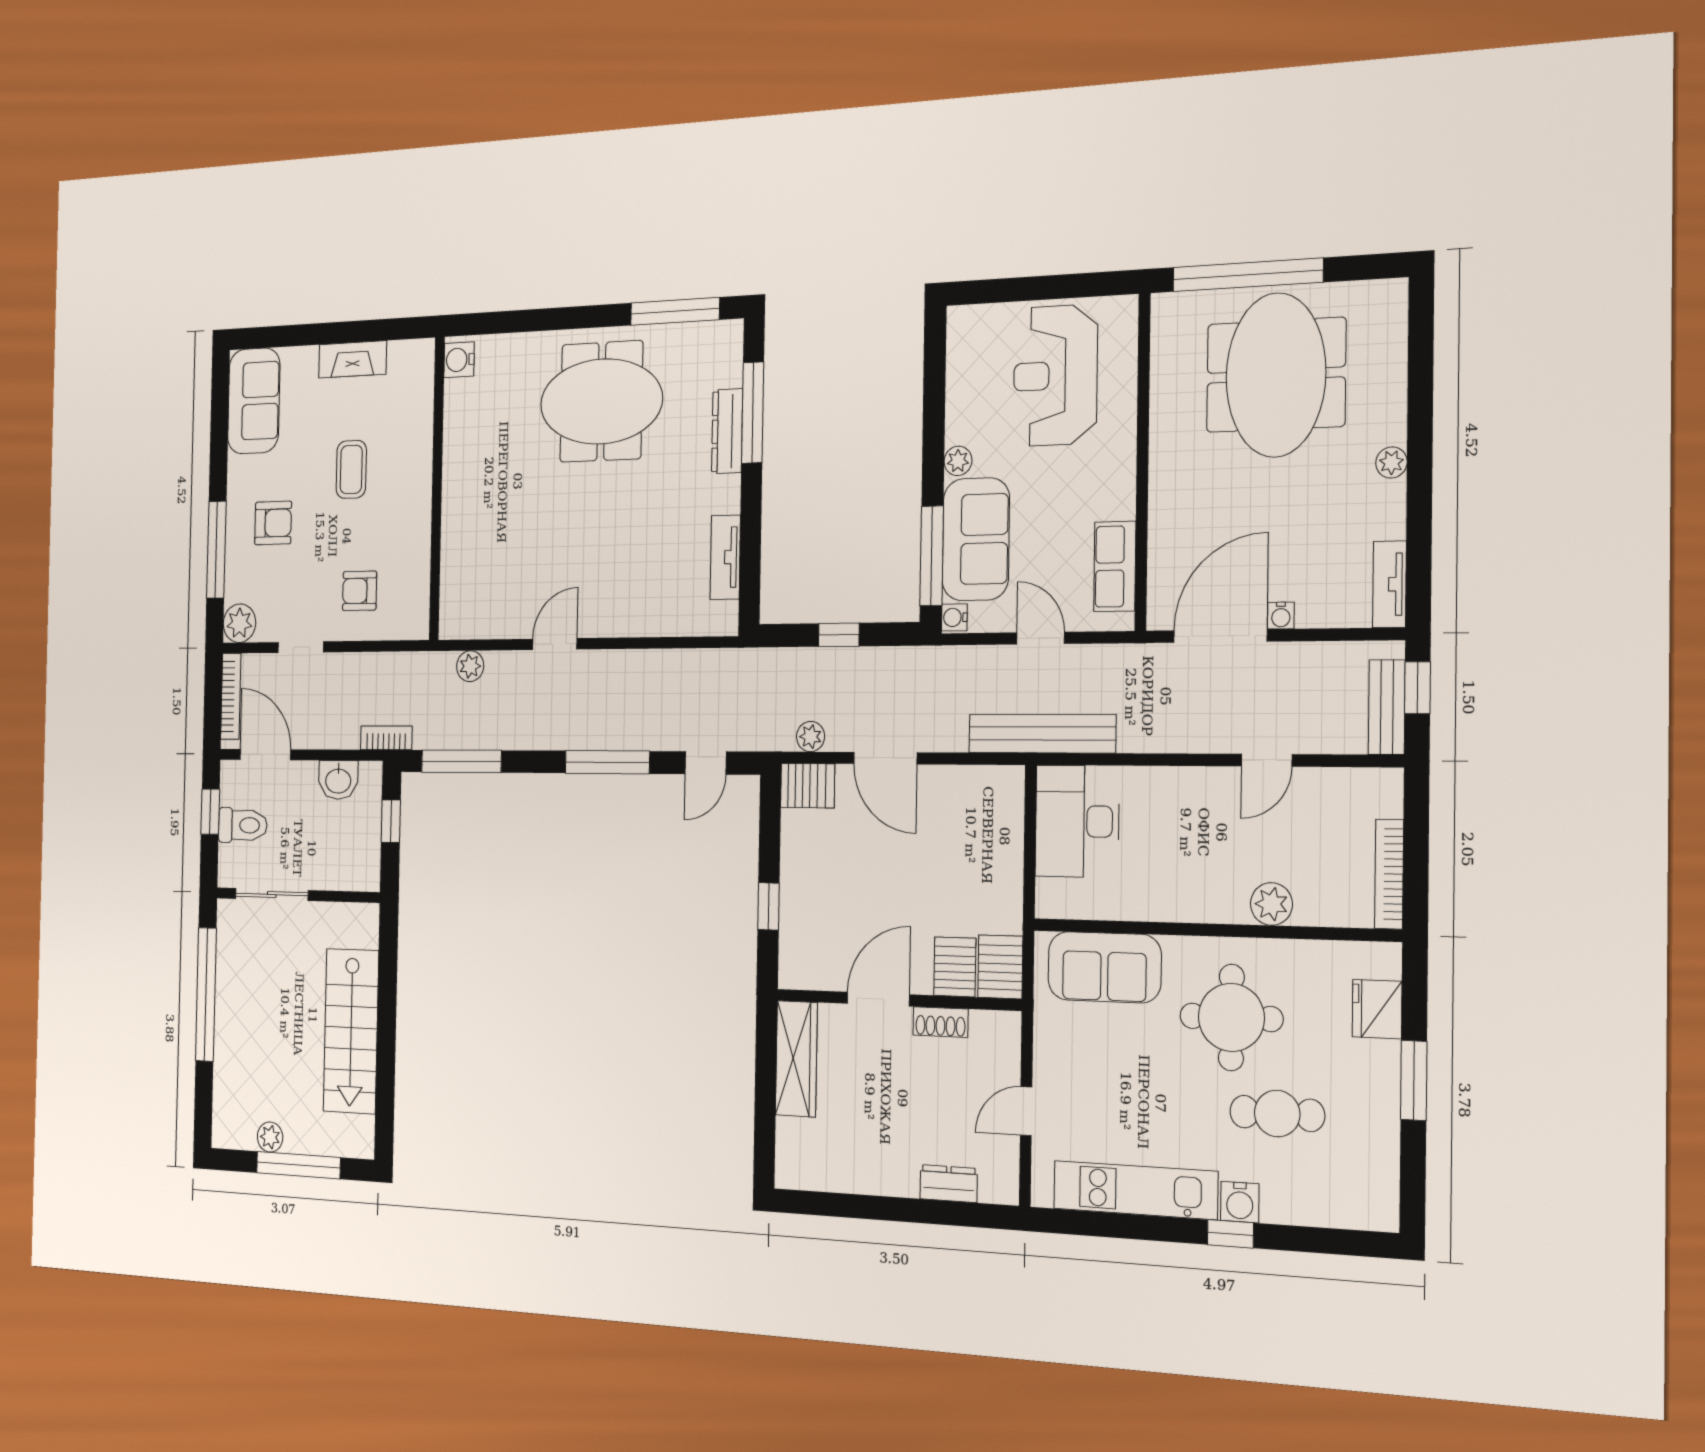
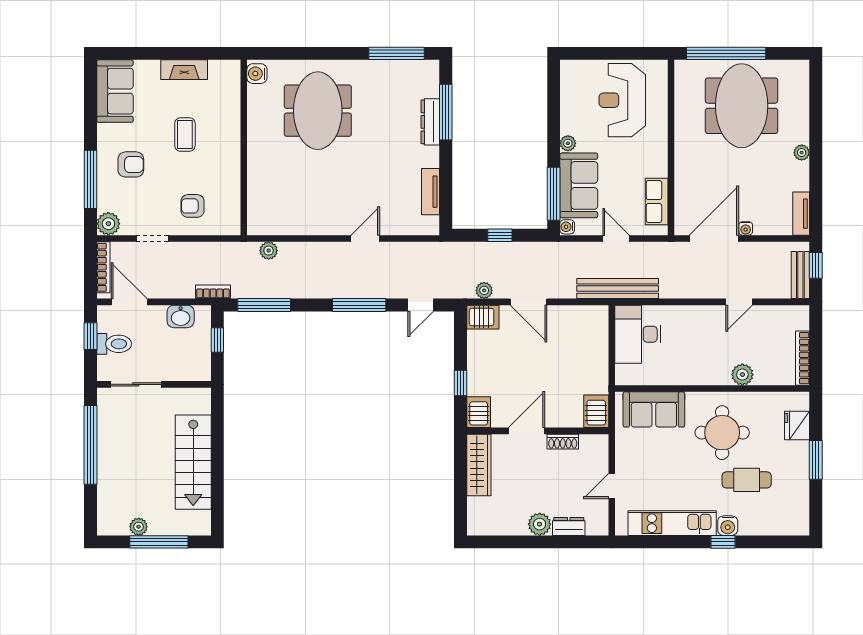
meeting table: (601, 401) -> (318, 111), moved, turned 90
door: (555, 644) -> (365, 238), moved
server rack: (955, 967) -> (479, 412), moved
plant: (898, 1176) -> (540, 524), added

